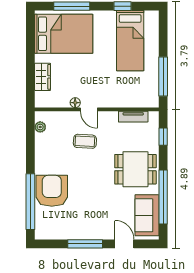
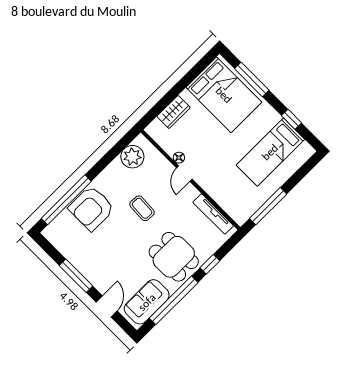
tv unit: (133, 117) -> (213, 214), width x1.41
plant: (40, 127) -> (132, 157), width x1.88, depth x1.88
window: (163, 137) -> (210, 264), moved
coffee table: (85, 141) -> (142, 208), moved
armchair: (52, 191) -> (91, 208), turned 180

